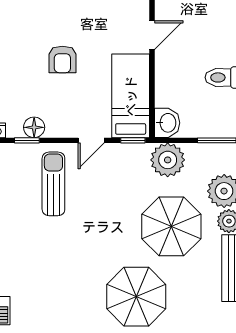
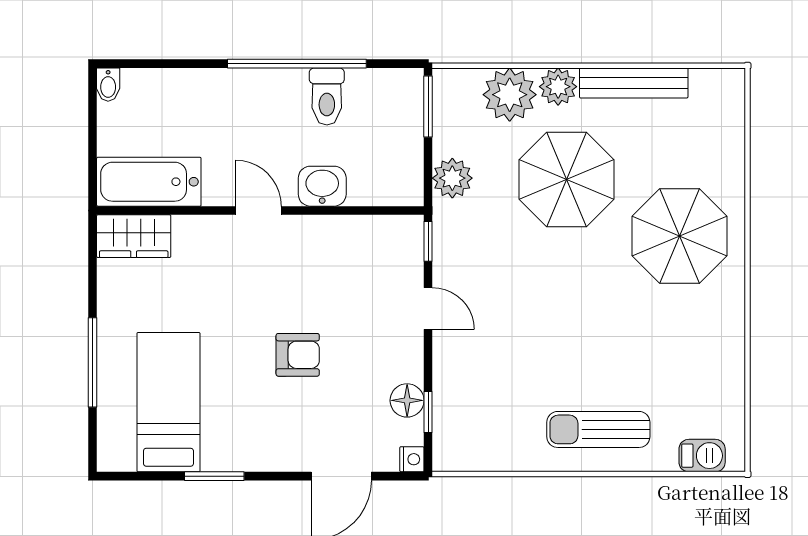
bed: (131, 96) -> (356, 245), removed
washbasin: (167, 123) -> (322, 186), moved
plant: (168, 160) -> (452, 178), width x0.73, depth x0.73
sun lounger: (53, 184) -> (598, 429), moved

